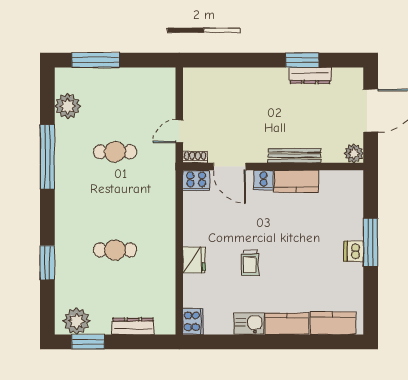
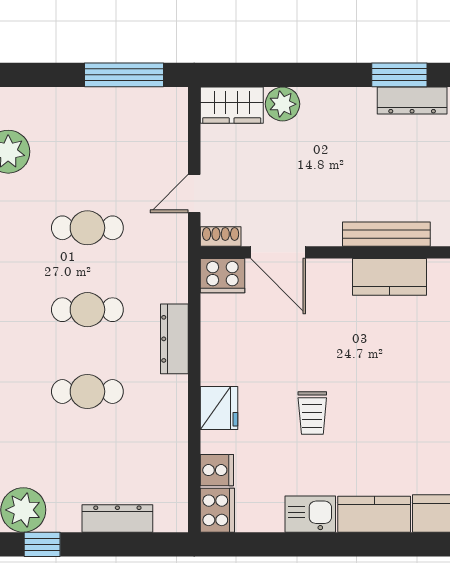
window: (95, 60) -> (124, 75), moved
plant: (232, 77) -> (283, 104), added
wardrobe: (202, 78) -> (232, 105), added
cooker: (263, 180) -> (217, 470), moved, turned -90
cafe table: (115, 201) -> (87, 310), added
dresser: (167, 218) -> (174, 339), added
window: (88, 342) -> (42, 544), width x0.67

